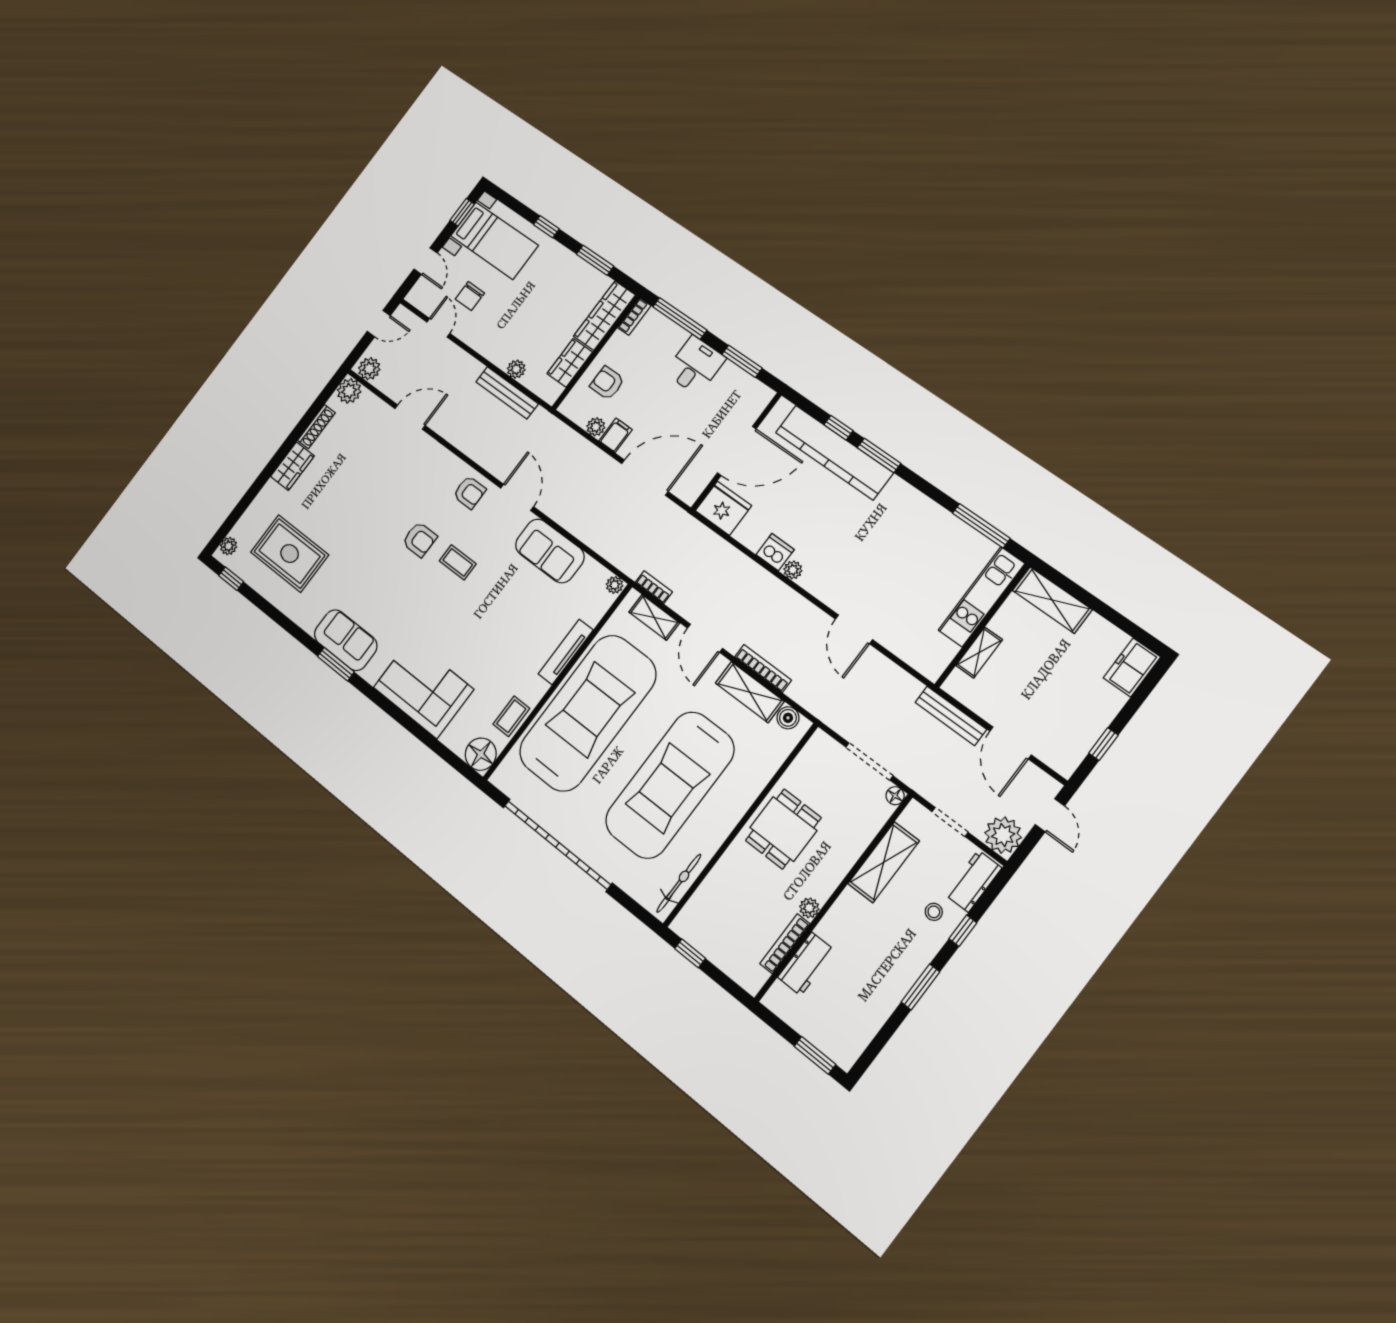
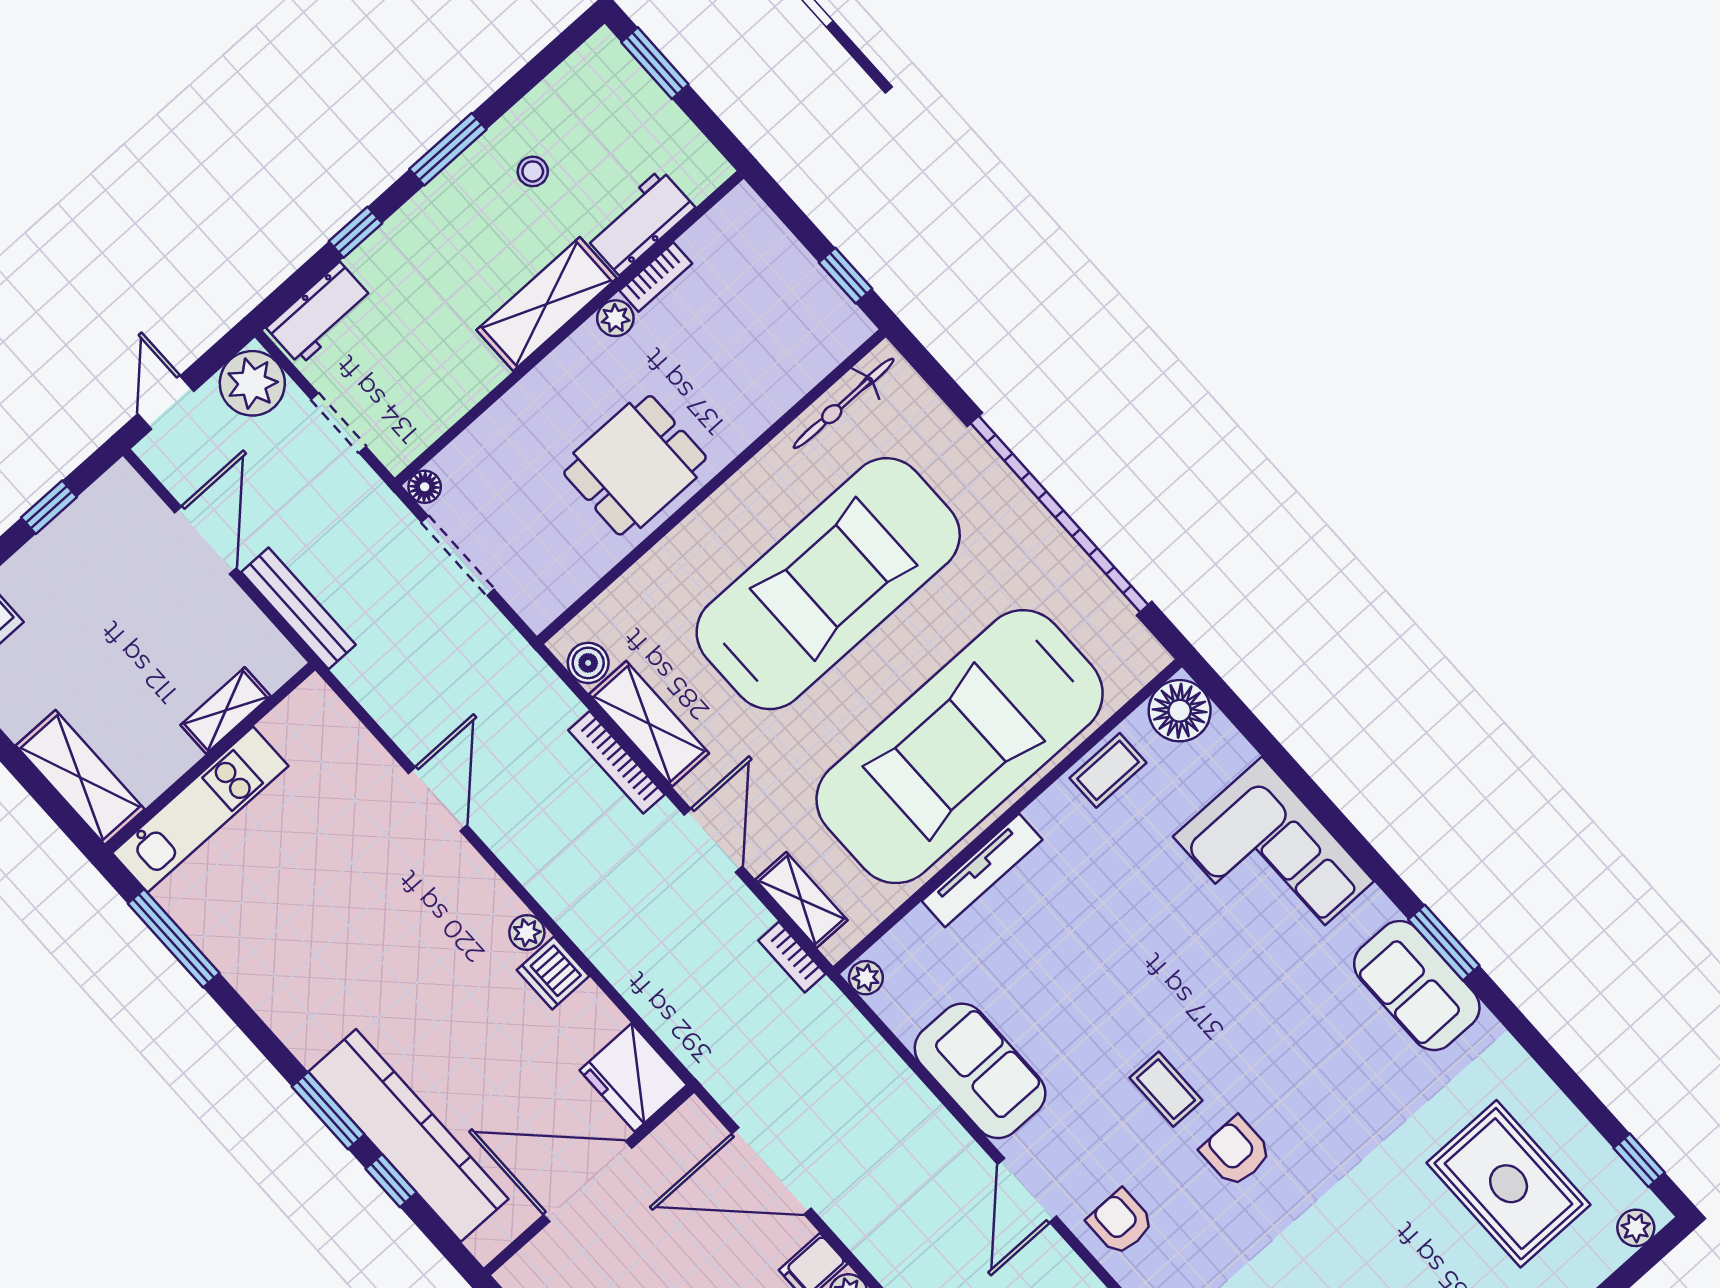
shelving: (884, 862) -> (547, 304), moved
stool: (934, 912) -> (533, 171), moved
bookcase: (785, 944) -> (656, 277), width x0.64

